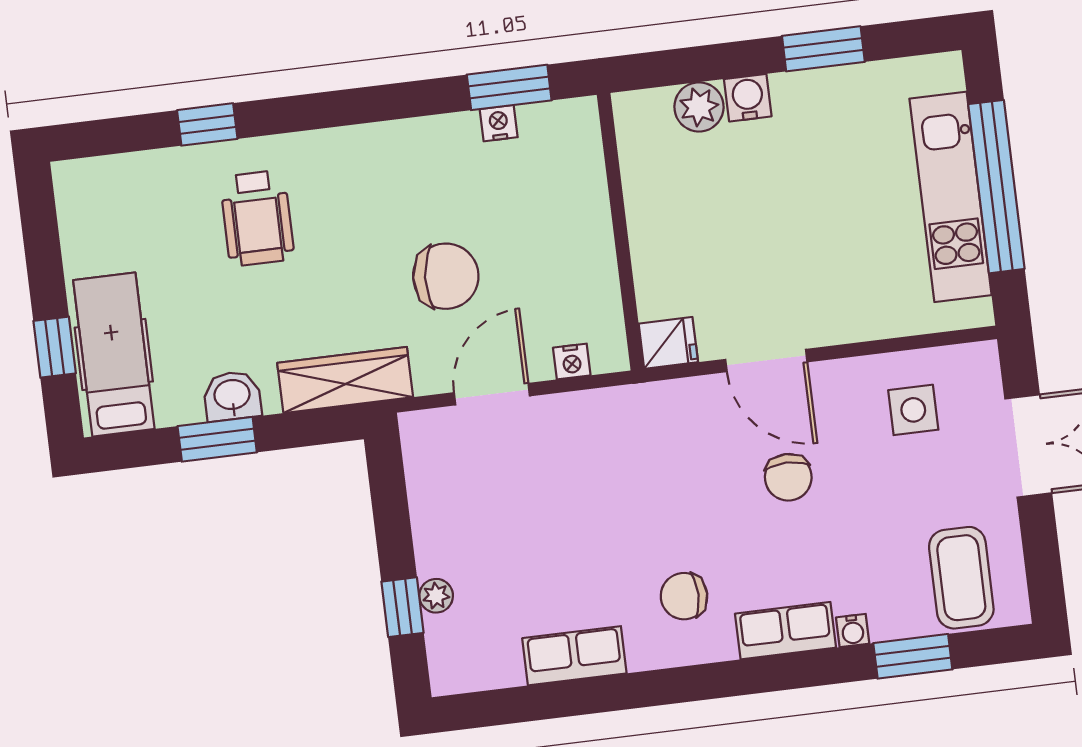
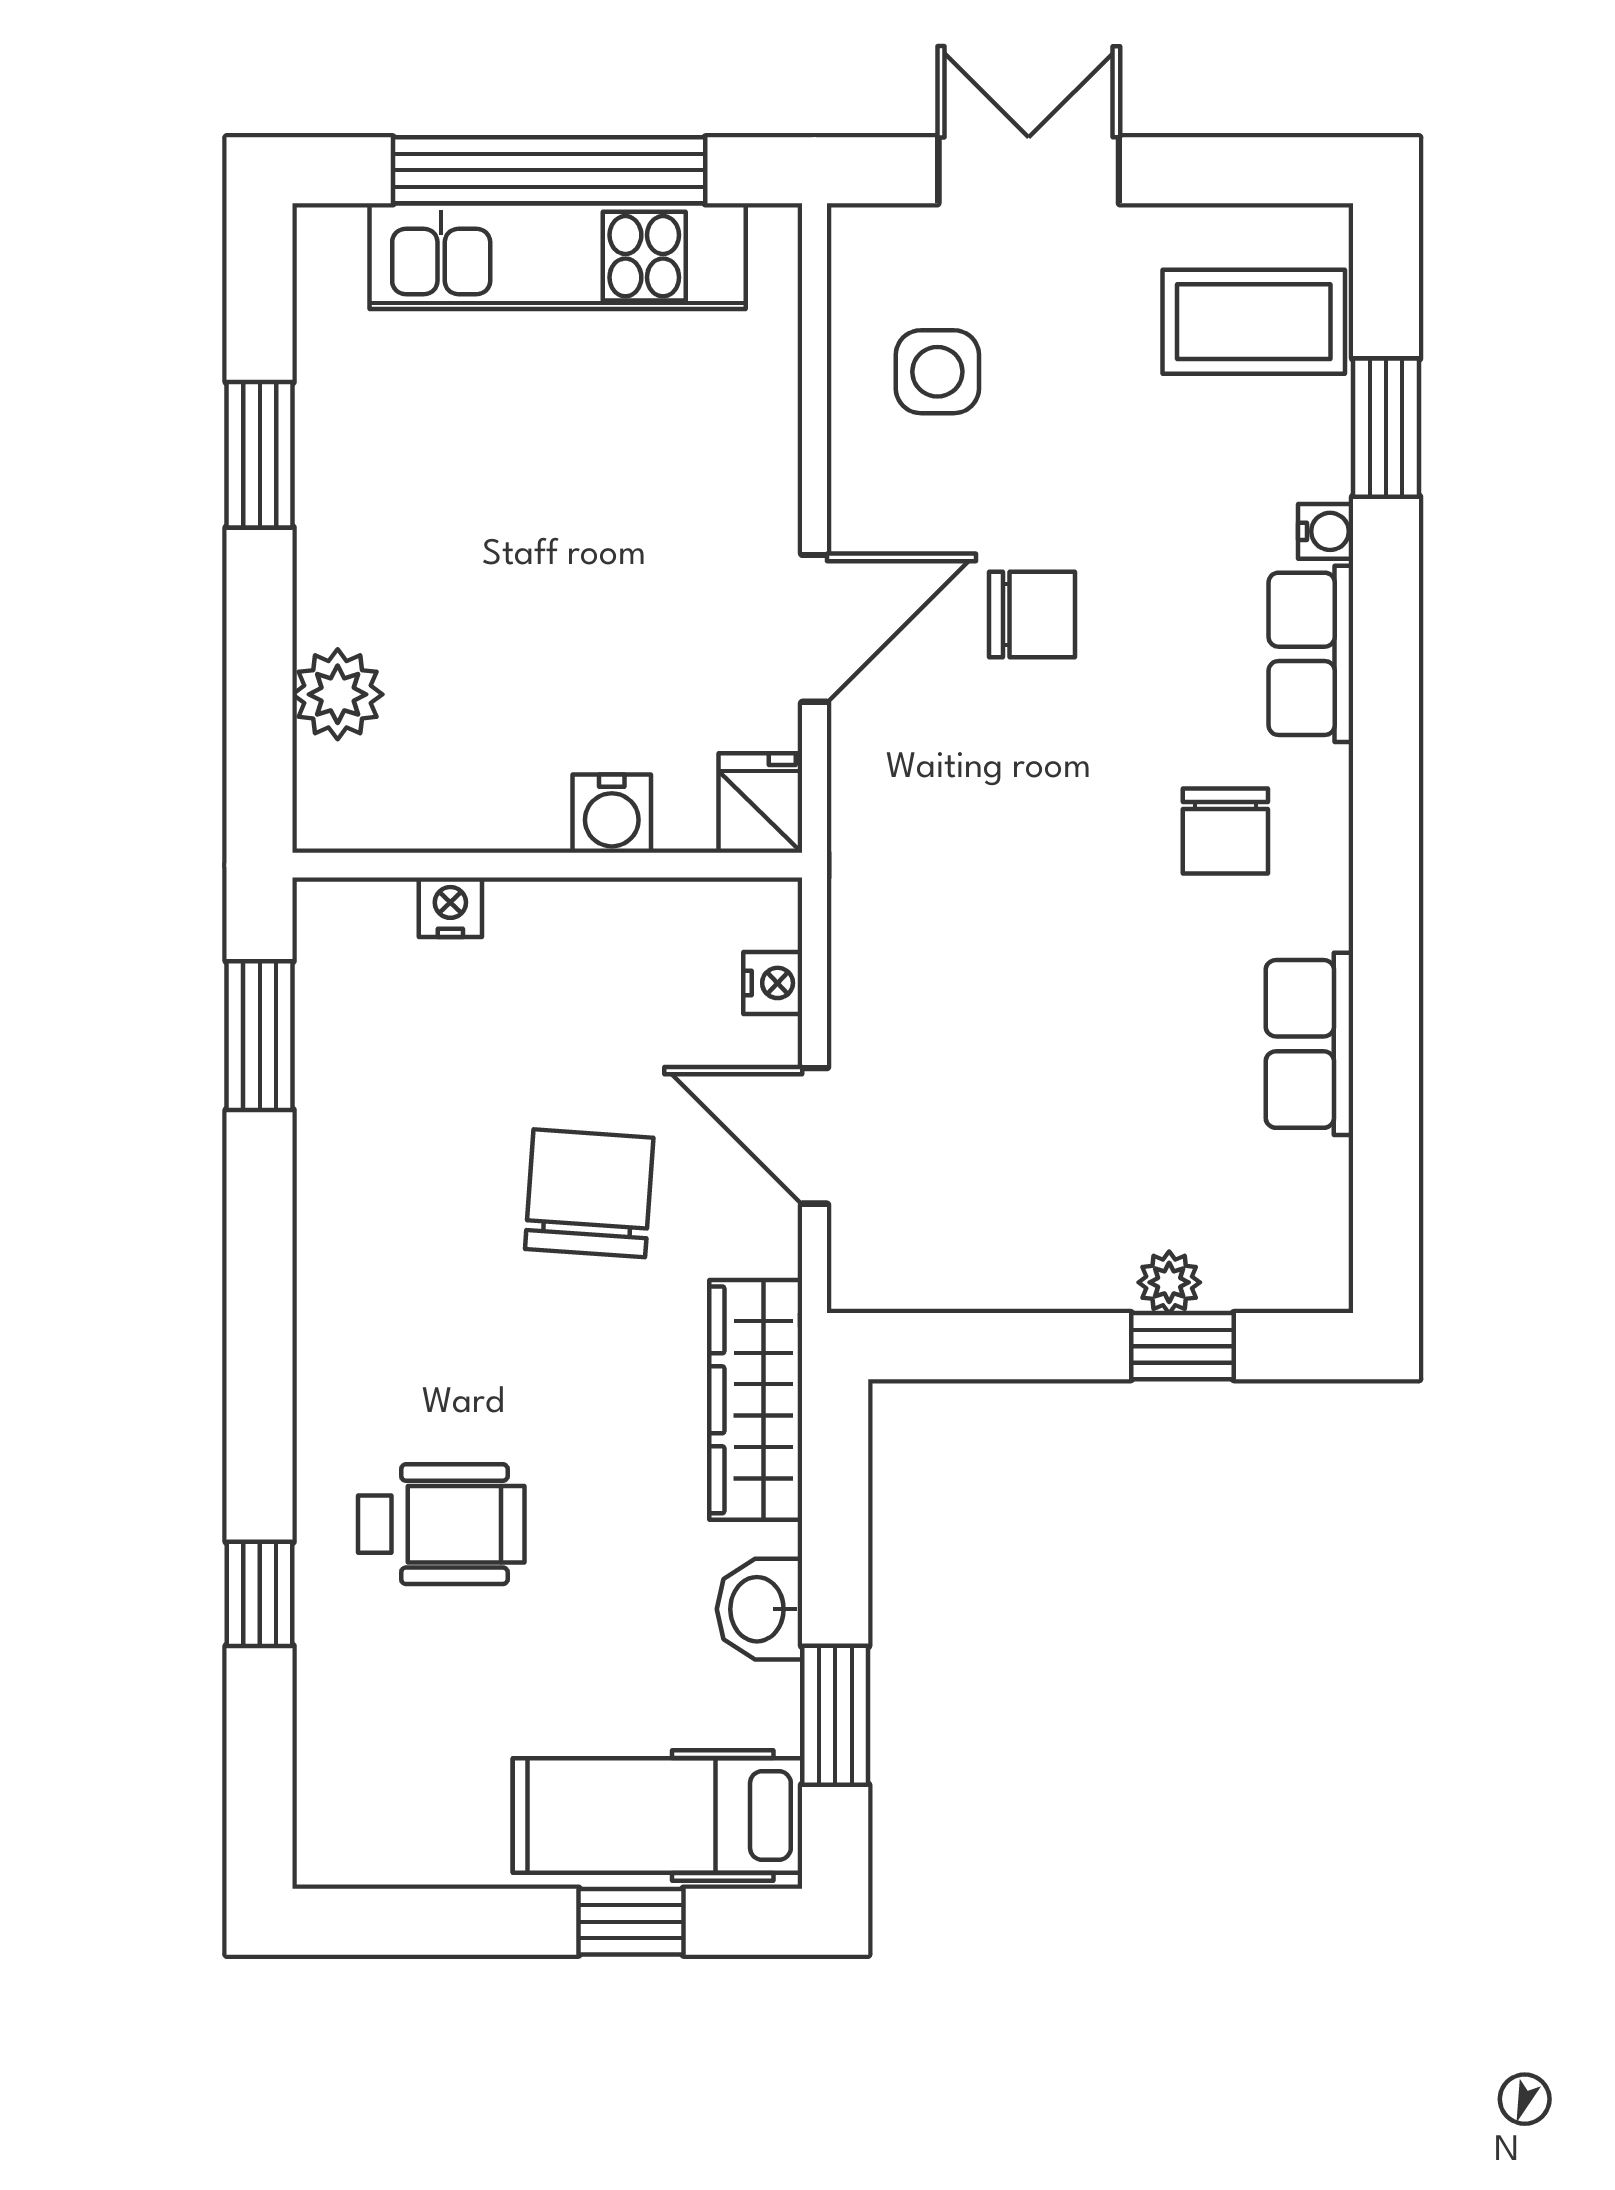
water cooler: (748, 98) -> (612, 814), moved, turned -90
nightstand: (499, 123) -> (450, 907), moved, turned 90
window: (217, 439) -> (835, 1715), moved

